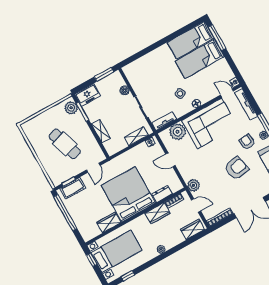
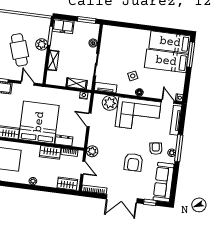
plant: (71, 108) -> (42, 44), moved
door: (93, 168) -> (27, 83), swing flipped
armchair: (236, 168) -> (133, 162), turned 101

